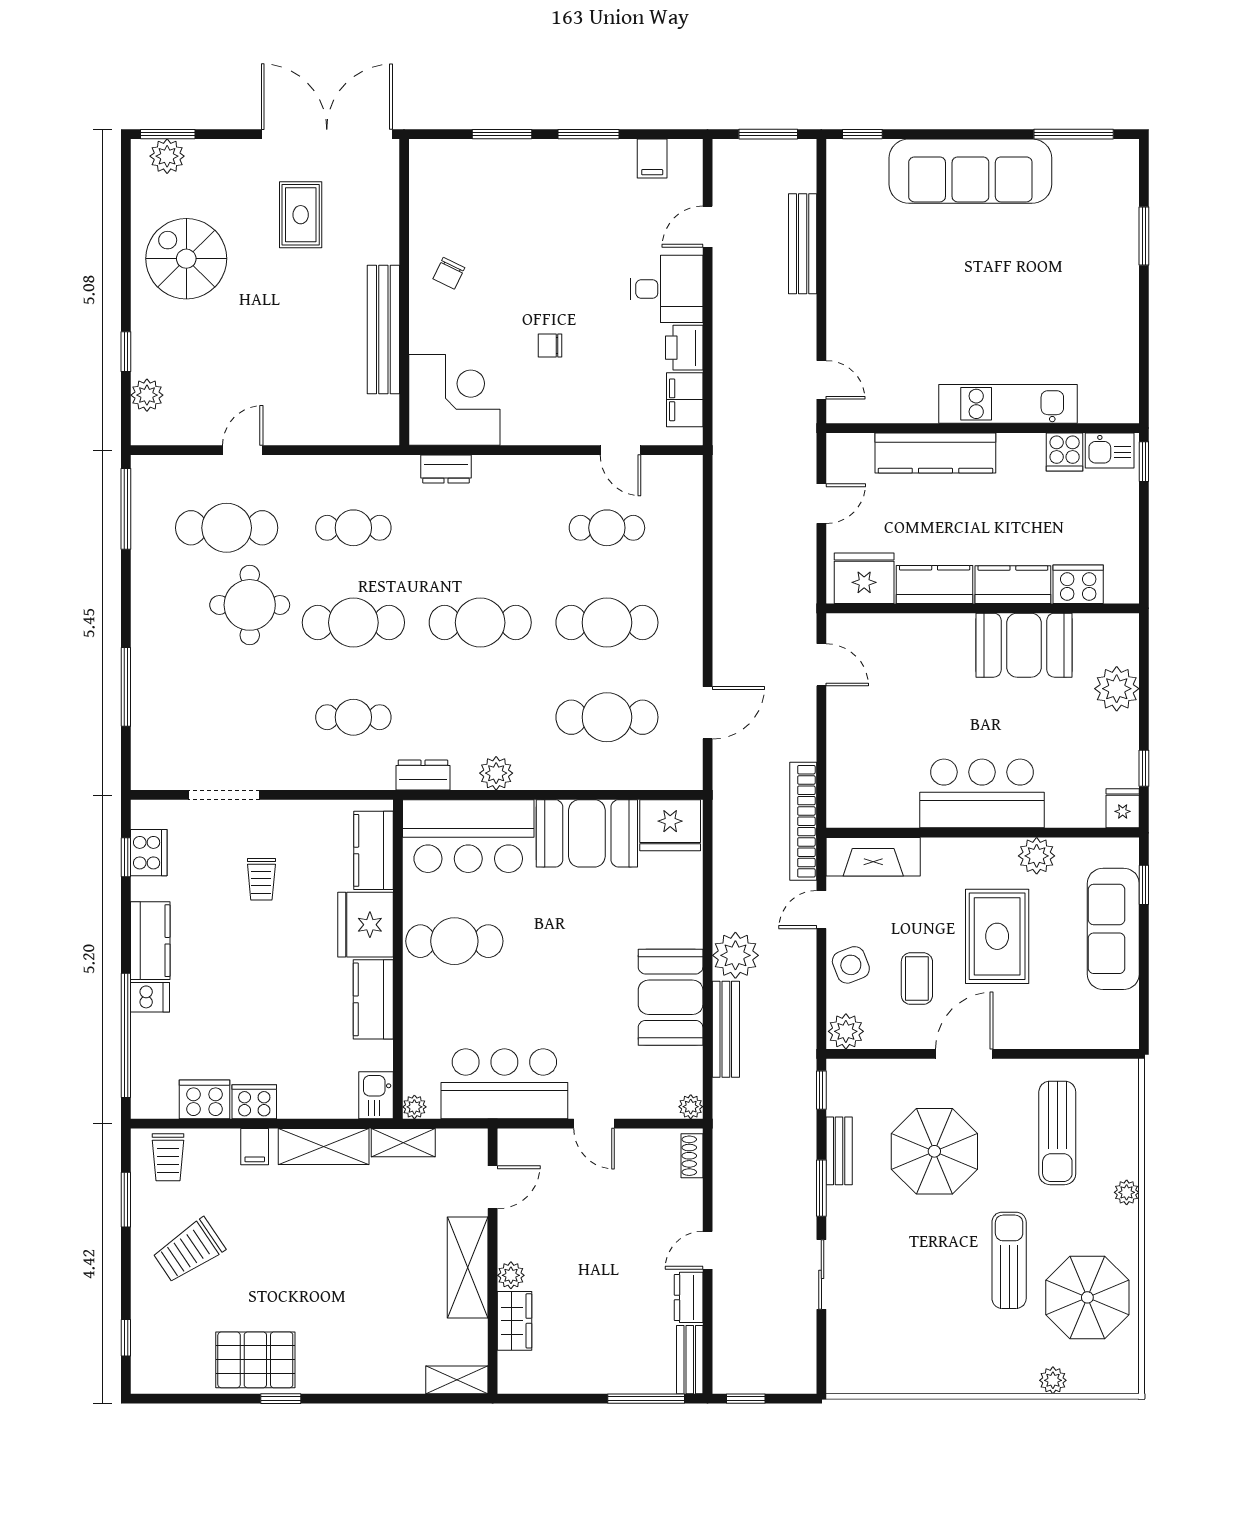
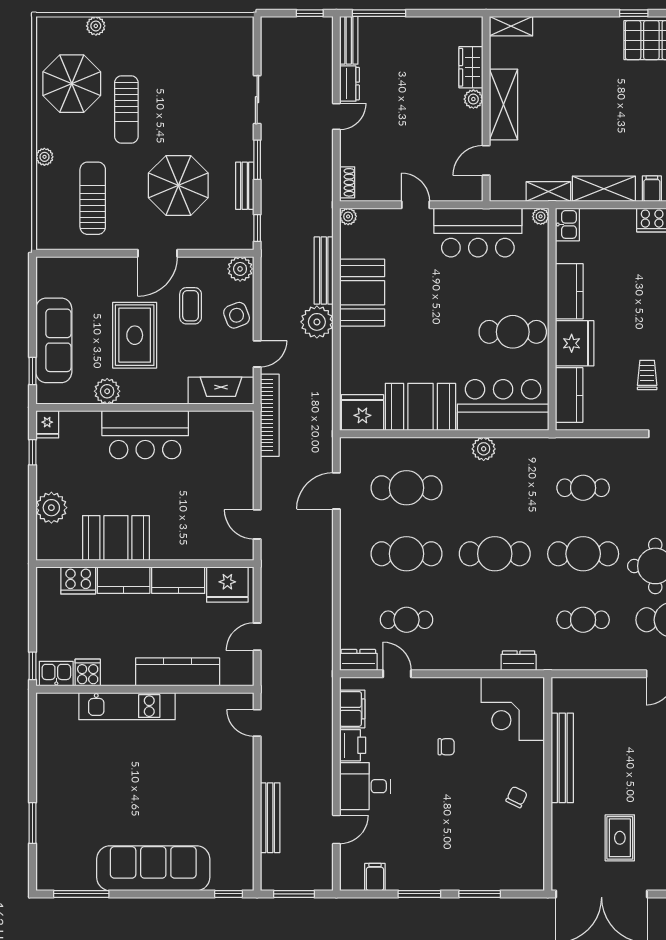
dresser: (423, 775) -> (358, 660), moved, turned 180

